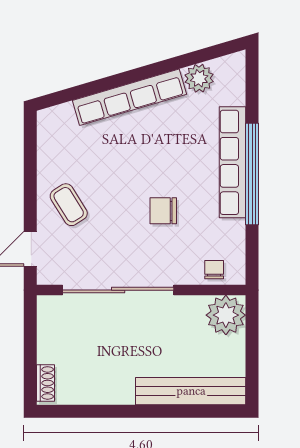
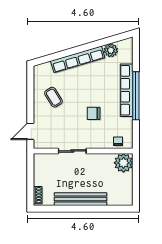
coffee table: (69, 205) -> (53, 97), moved
sliding door: (118, 290) -> (72, 151), width x0.54
bench: (191, 391) -> (81, 199), moved

